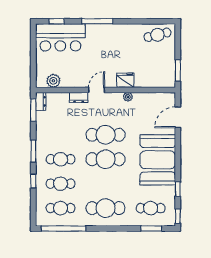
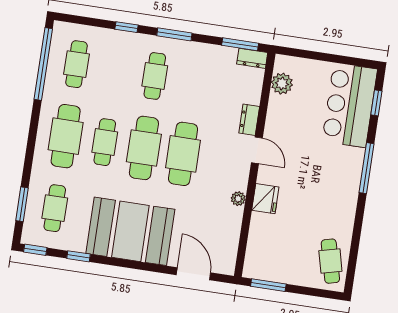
cafe table: (61, 184) -> (105, 142), moved

